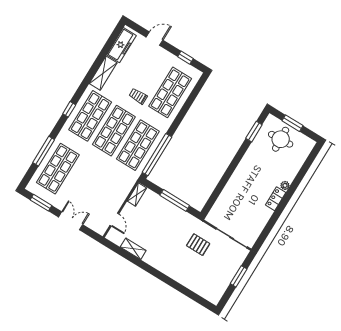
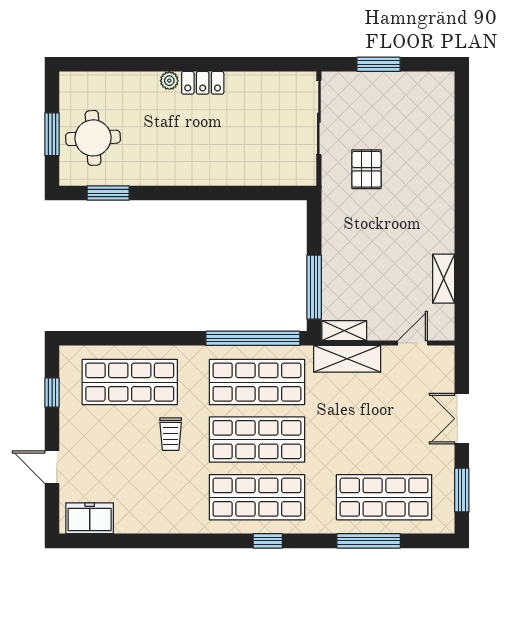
freezer: (121, 45) -> (90, 518), width x0.71
shelving: (103, 73) -> (347, 359), moved
window: (175, 200) -> (314, 287), moved

